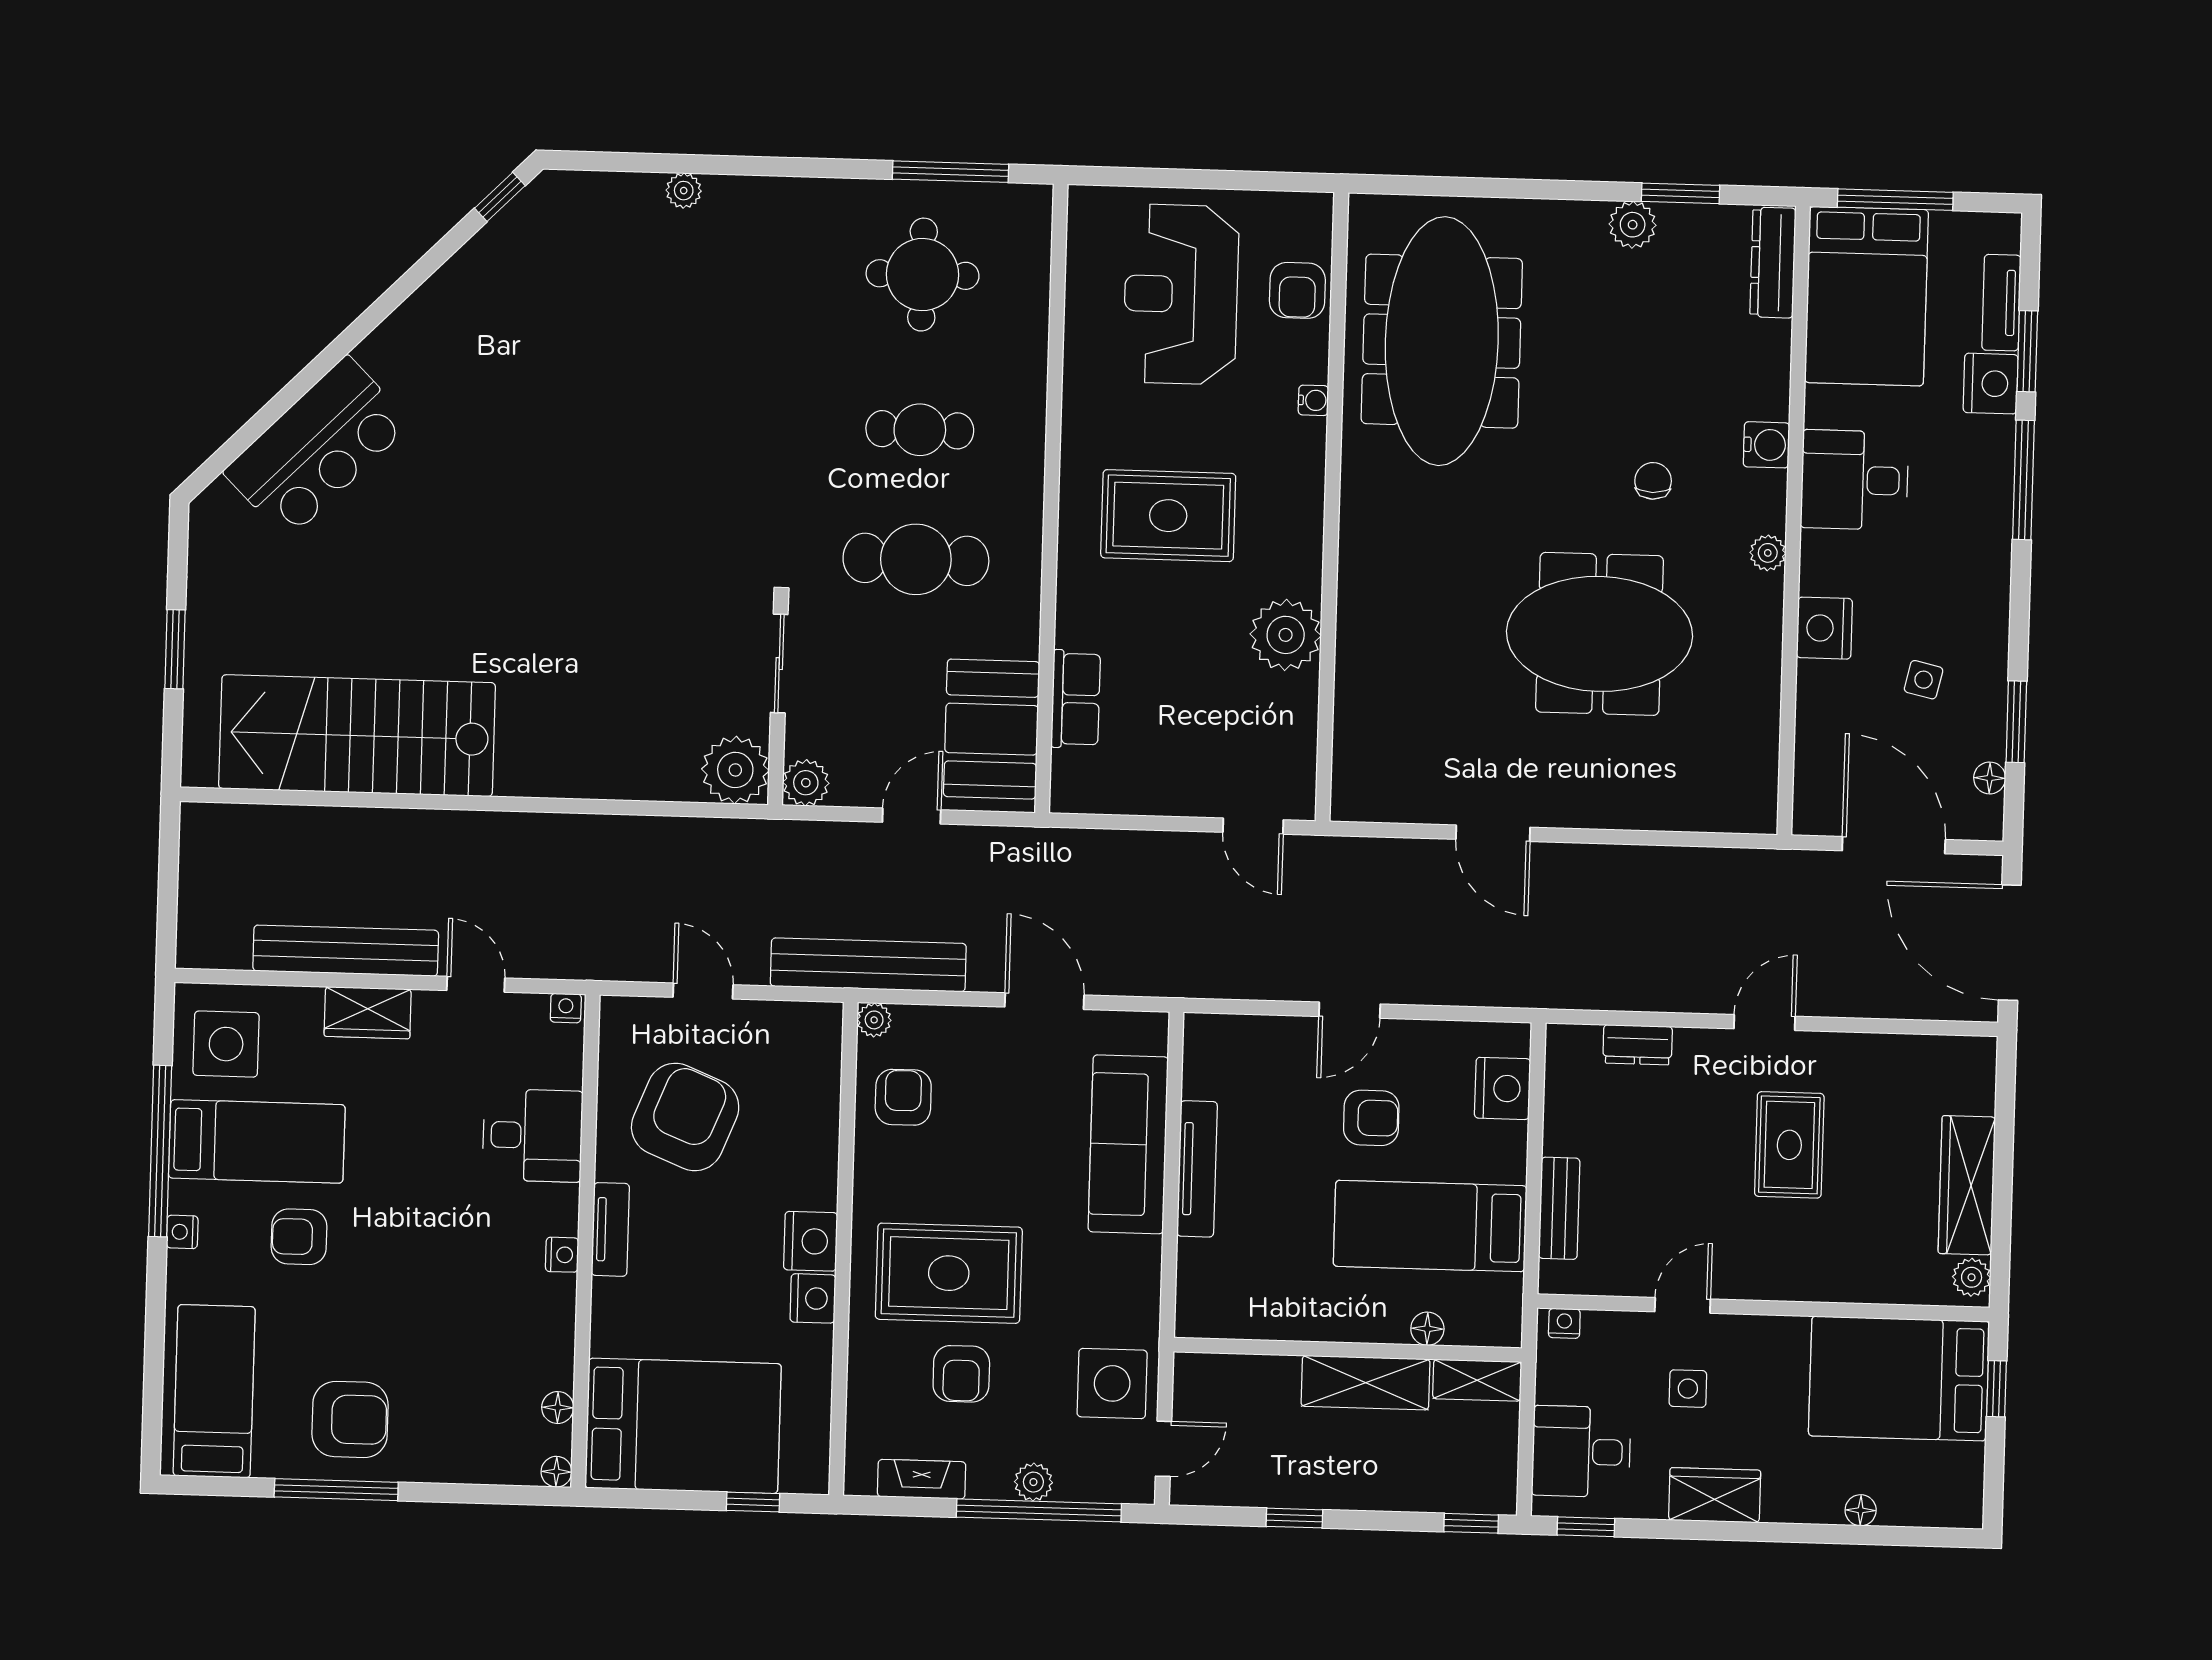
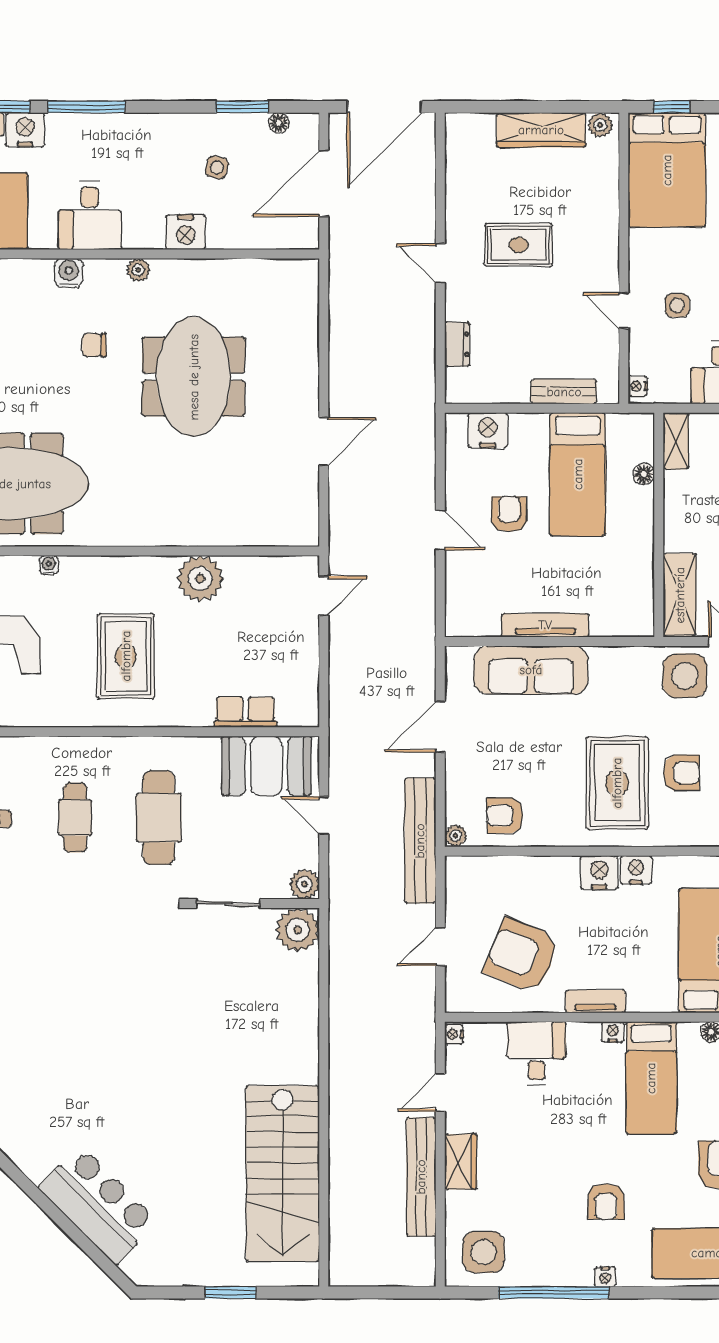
bed: (257, 1141) -> (651, 1078), moved, turned 180
shelving: (1366, 1383) -> (680, 595), moved

